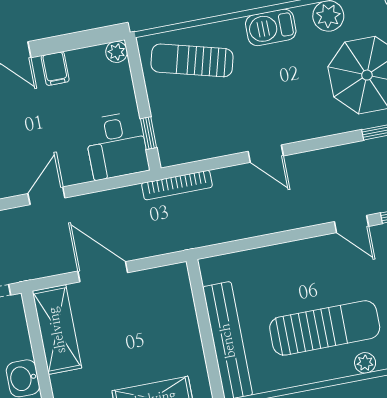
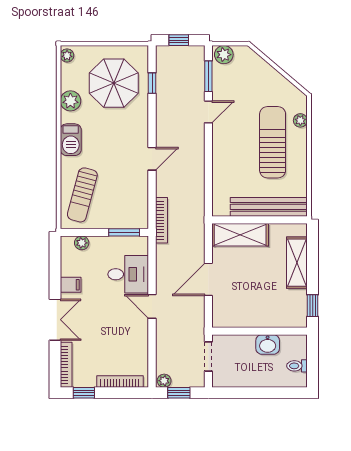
plant: (117, 52) -> (82, 243), moved
window: (148, 133) -> (124, 232), width x1.50
desk: (116, 146) -> (128, 274), moved
shelving: (57, 330) -> (240, 235), moved

